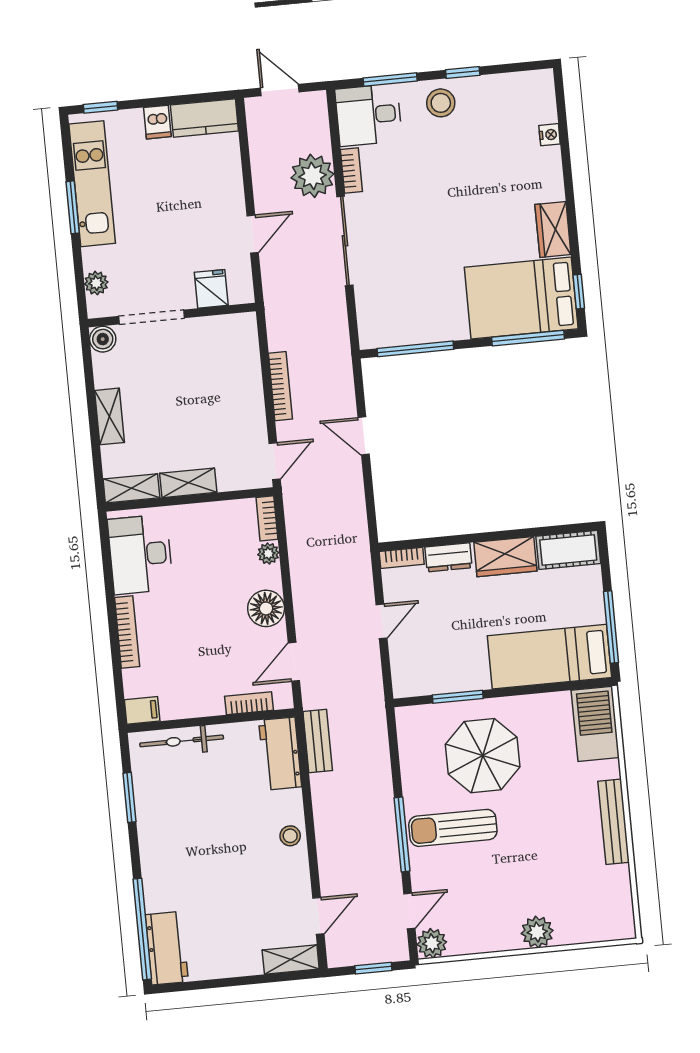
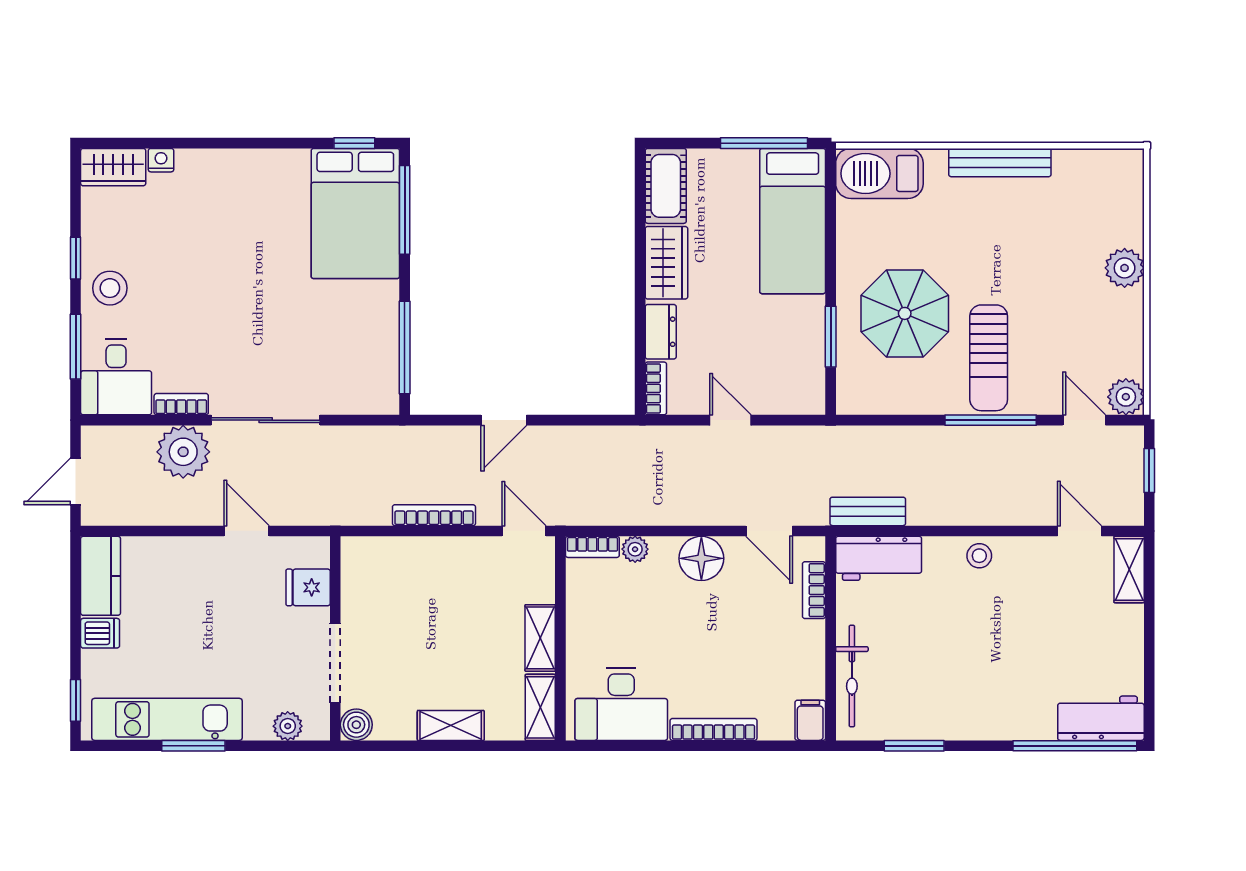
wardrobe: (553, 229) -> (113, 167), moved

